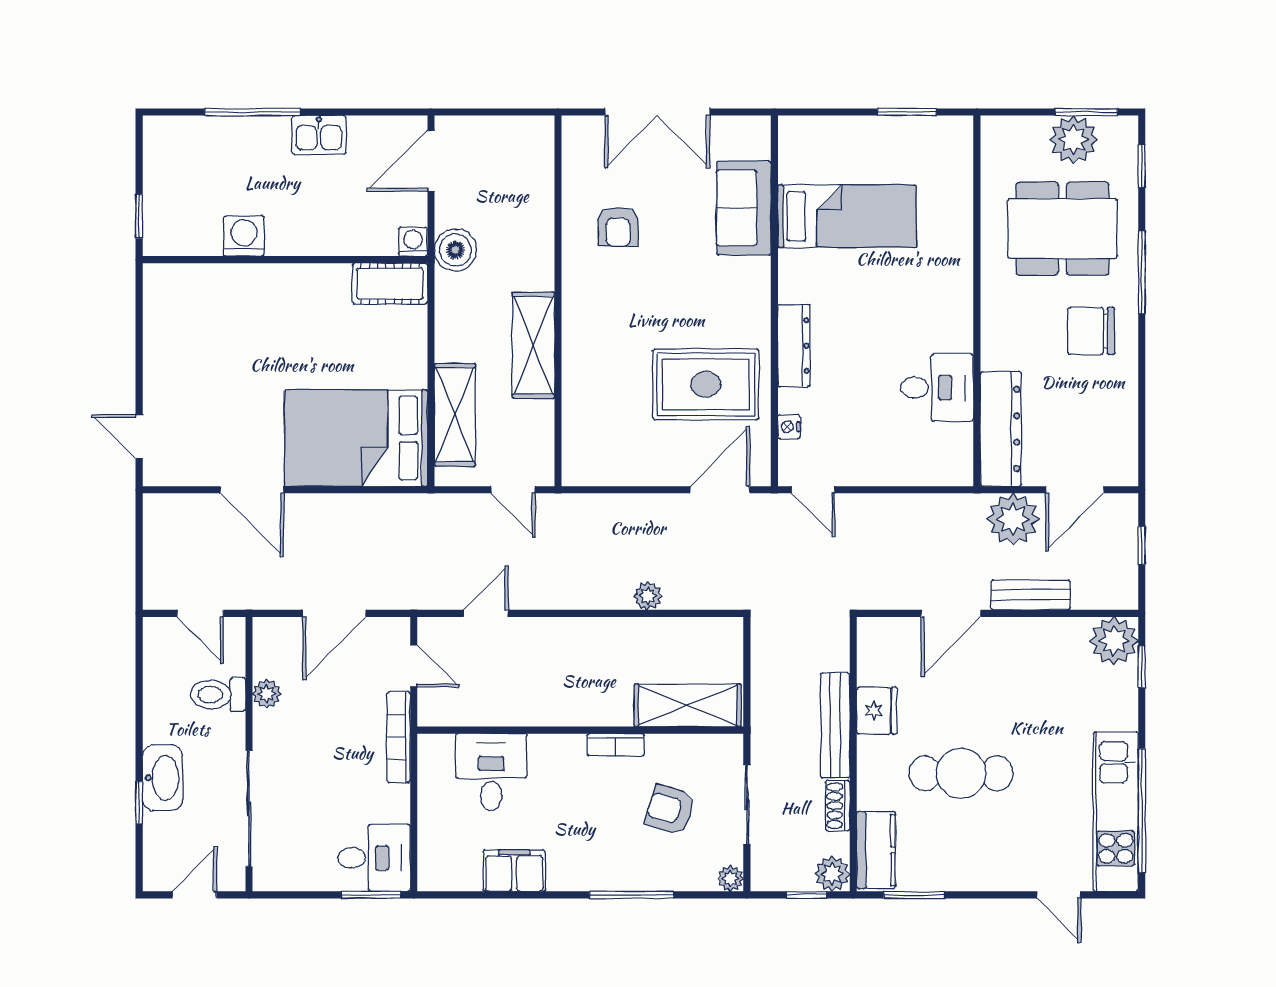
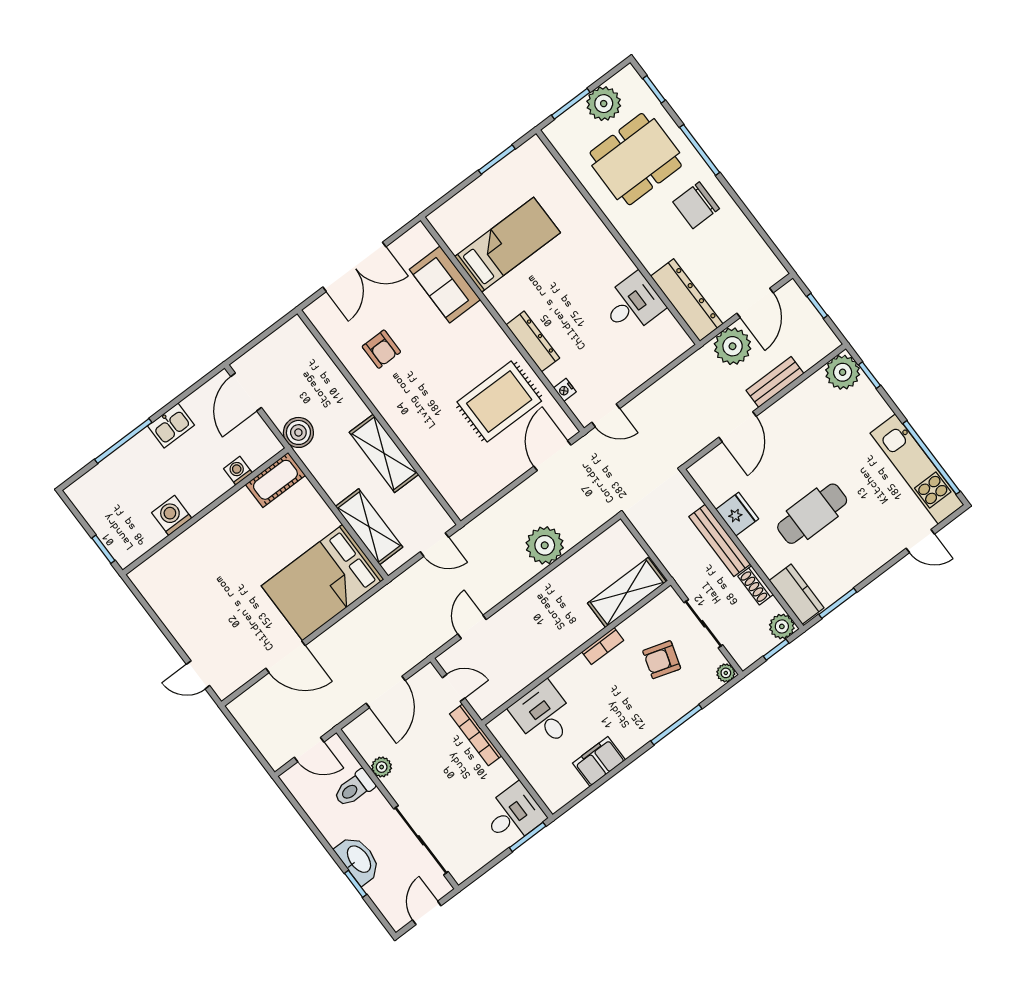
window: (1086, 112) -> (571, 104), moved
washing machine: (413, 242) -> (238, 471), moved
plant: (648, 596) -> (545, 545), width x1.88, depth x1.88

